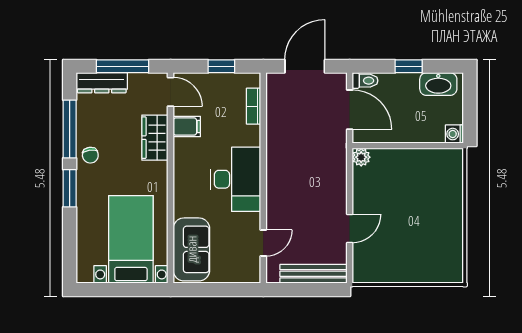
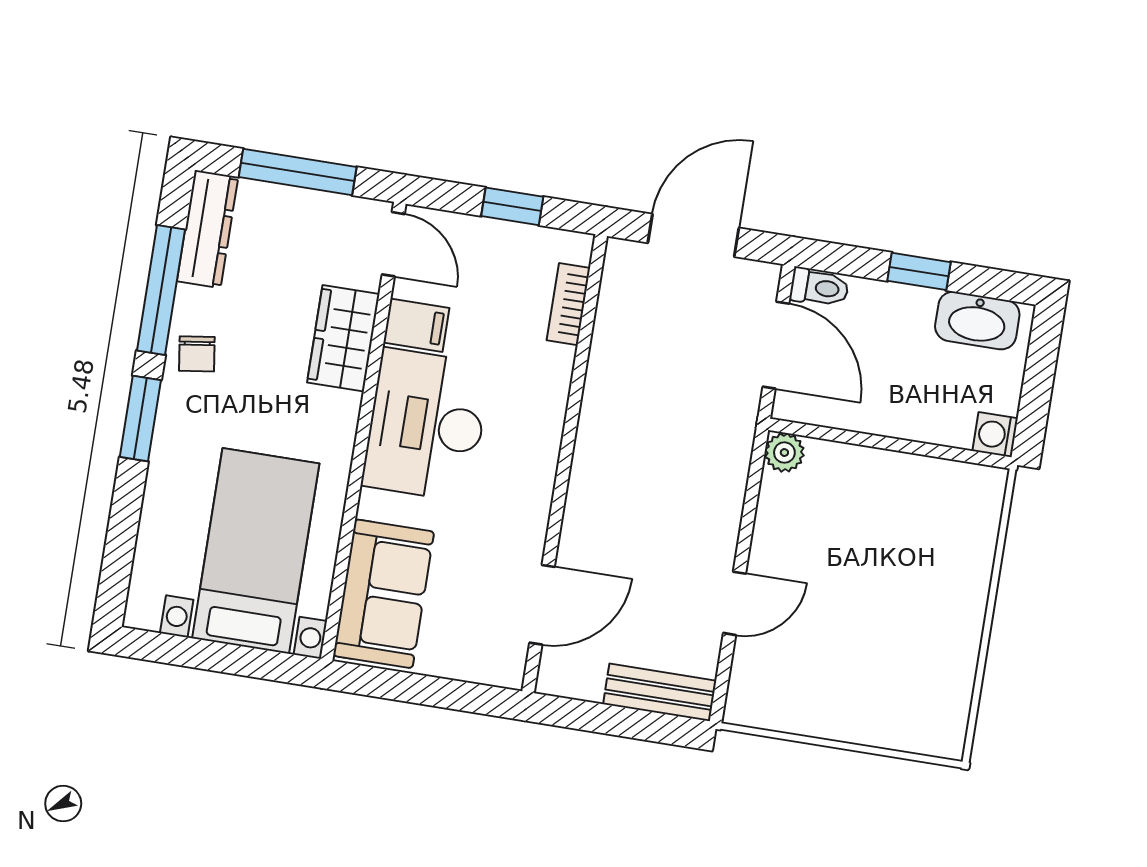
dresser: (102, 83) -> (208, 229), moved, turned -90
desk: (236, 179) -> (426, 425), moved, turned 180
door: (263, 243) -> (542, 605), width x1.38
bench: (313, 274) -> (660, 692), width x0.73

